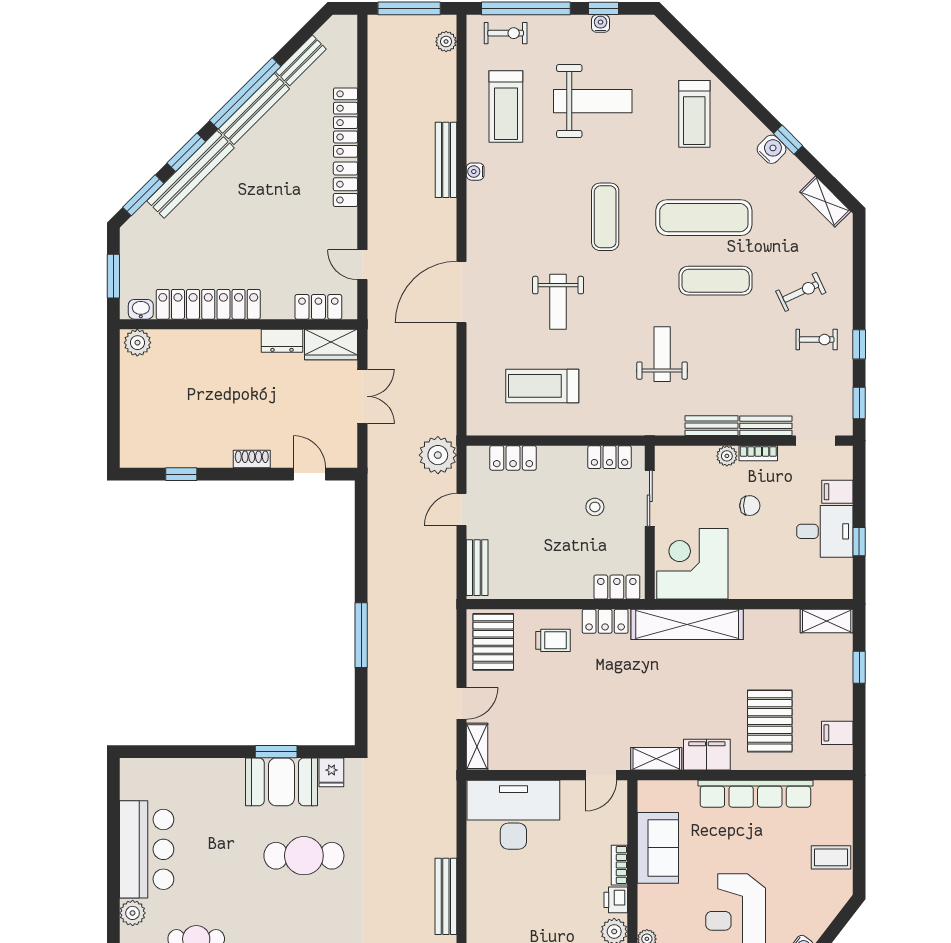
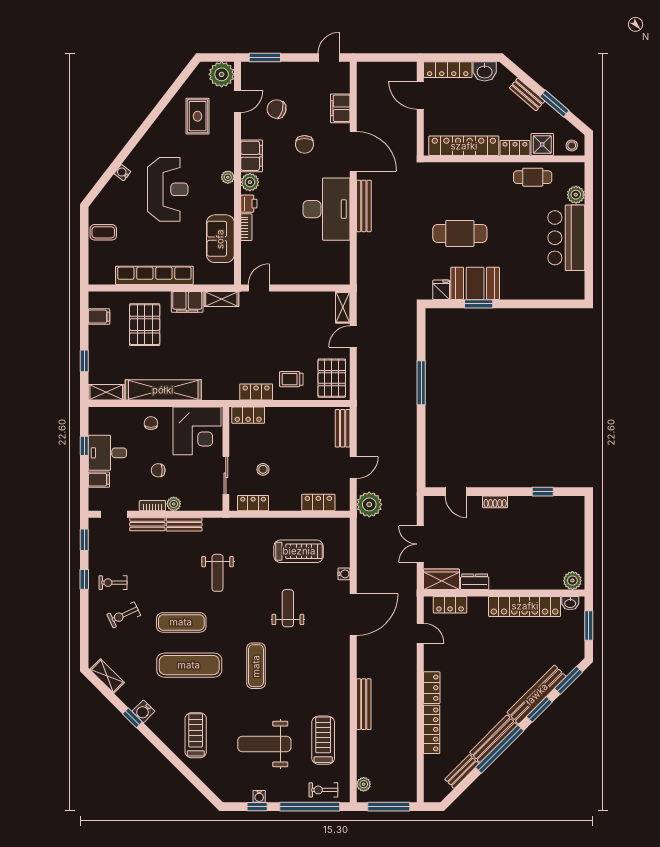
water cooler: (475, 172) -> (344, 574), moved
chair: (760, 575) -> (151, 423), added
shelving: (687, 624) -> (163, 390), moved
desk: (513, 815) -> (326, 209), moved, turned -90

